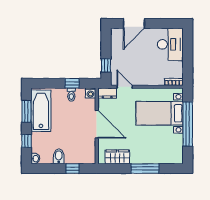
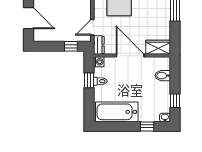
window: (26, 111) -> (117, 126), removed
door: (97, 124) -> (130, 56), hinge flipped
bidet: (59, 156) -> (163, 76), moved
wardrobe: (117, 157) -> (158, 47), moved, turned 90
window: (72, 169) -> (175, 101), moved

